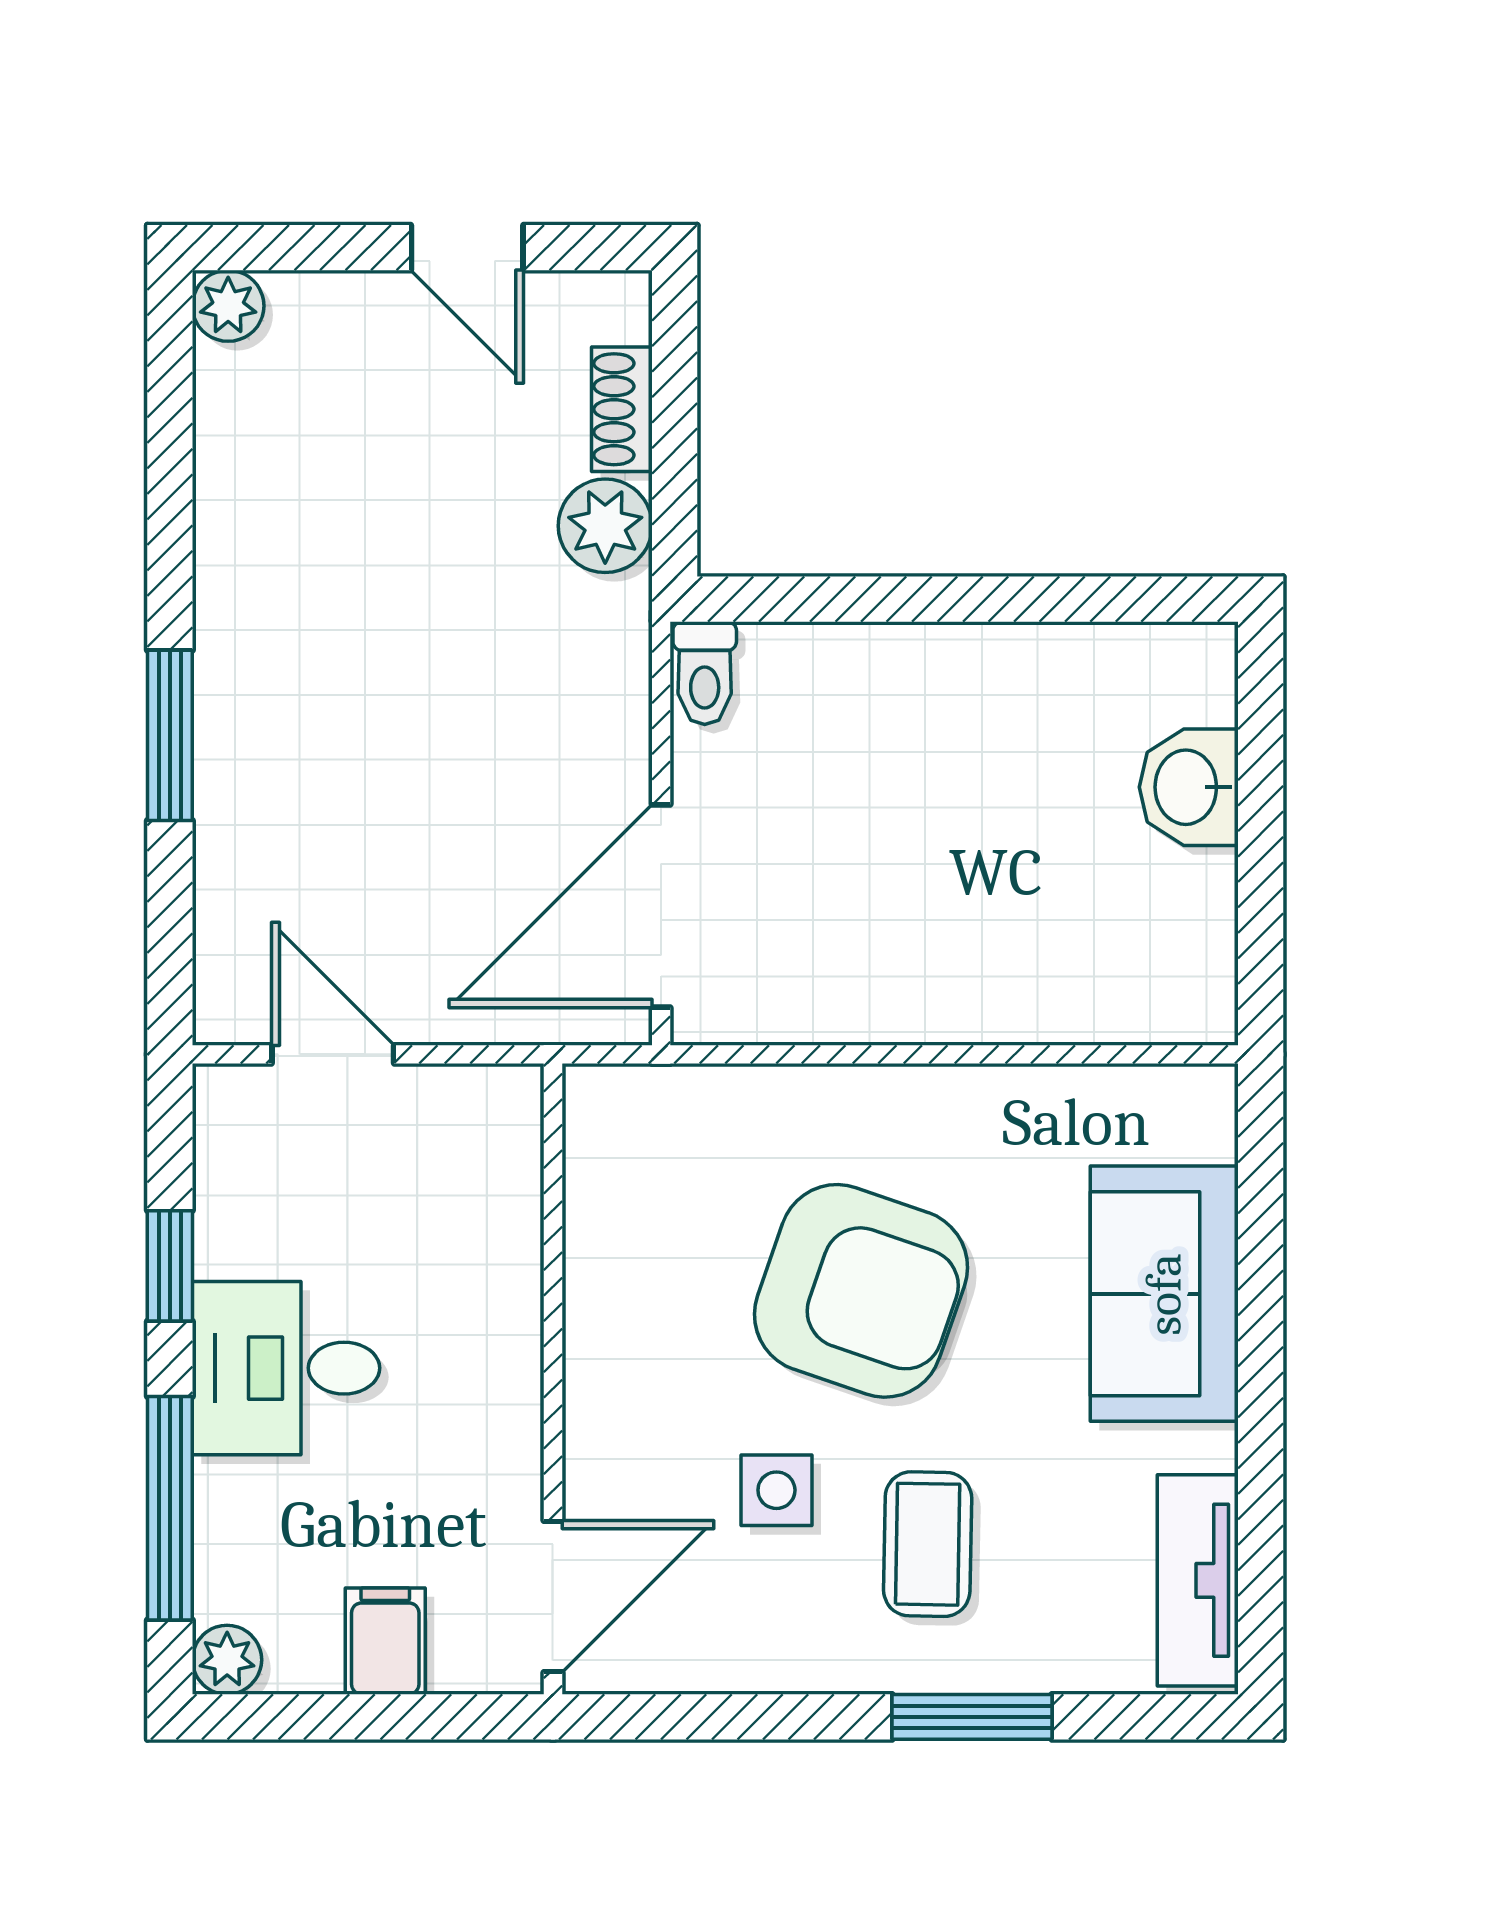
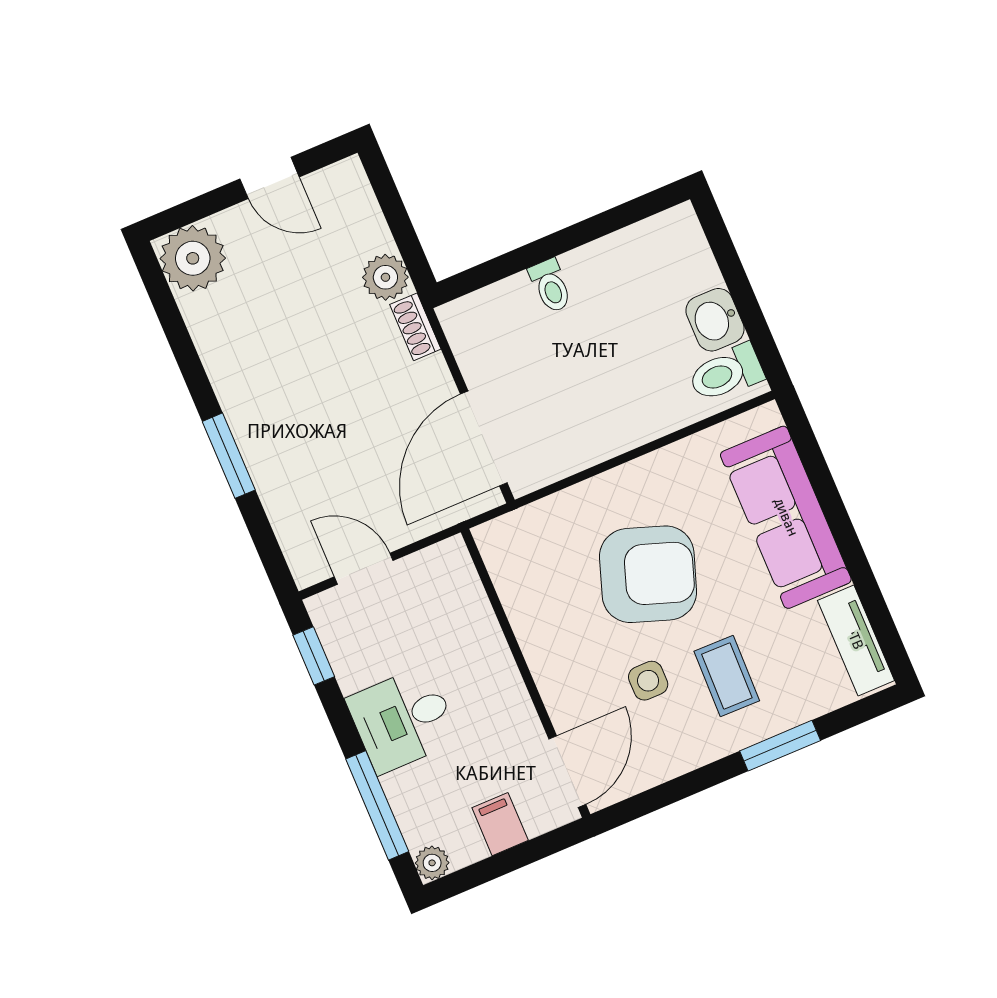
plant: (228, 306) -> (193, 258), width x1.88, depth x1.88
shoe rack: (622, 409) -> (415, 327), moved
toilet: (705, 673) -> (551, 286), moved
washbasin: (1189, 787) -> (715, 320), moved
toilet: (1167, 976) -> (726, 373), added
window: (170, 1266) -> (314, 656), moved
sofa: (1164, 1294) -> (786, 517), width x1.36

